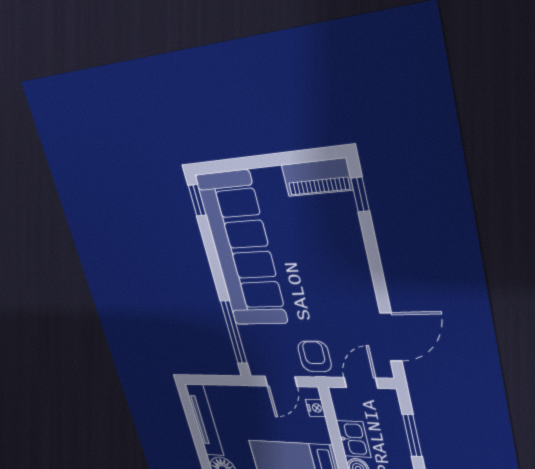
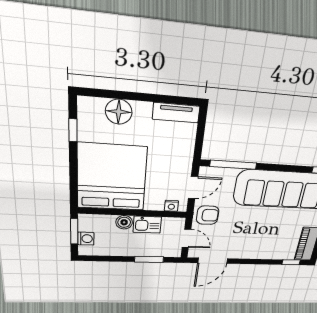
door: (391, 337) -> (213, 261), hinge flipped
door: (281, 381) -> (193, 187), swing flipped
tv unit: (204, 420) -> (176, 113), width x0.71

